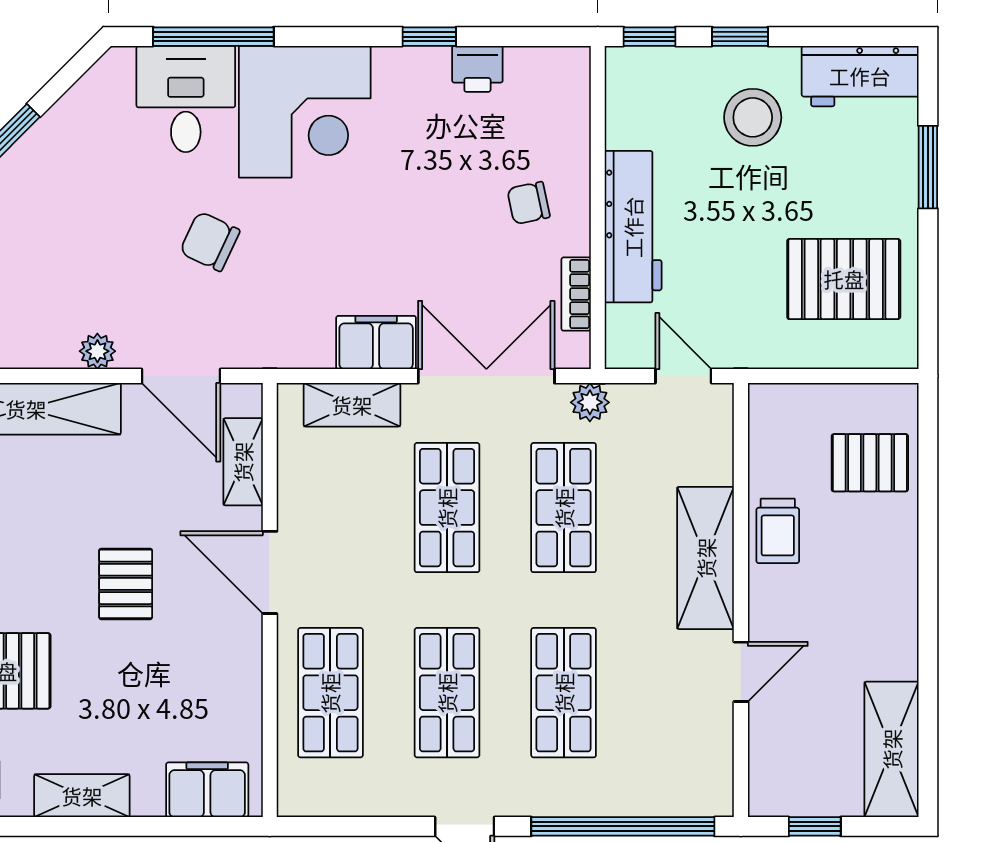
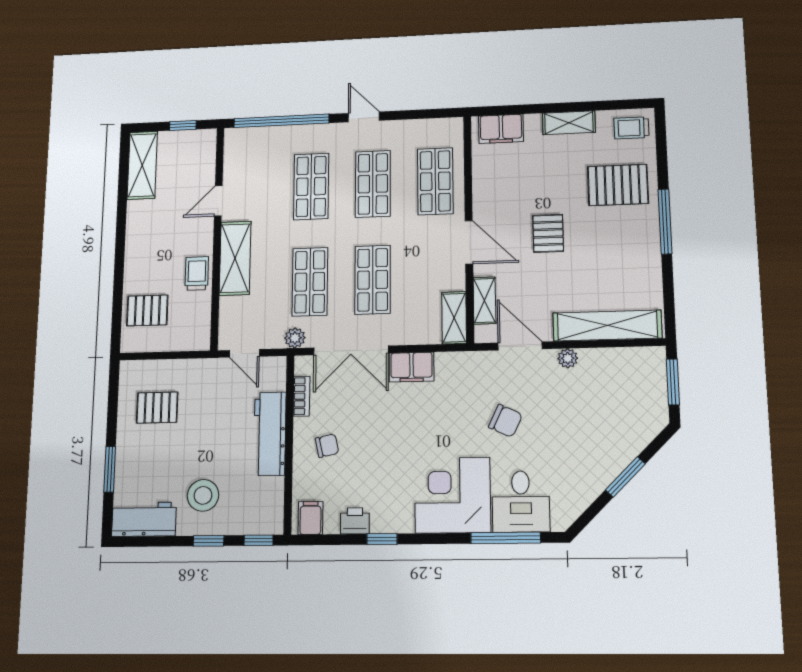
filing cabinet: (557, 75) -> (310, 518), added
pallet: (844, 279) -> (157, 408), width x0.67, depth x0.71
shelving: (352, 405) -> (454, 318), moved, turned 90

